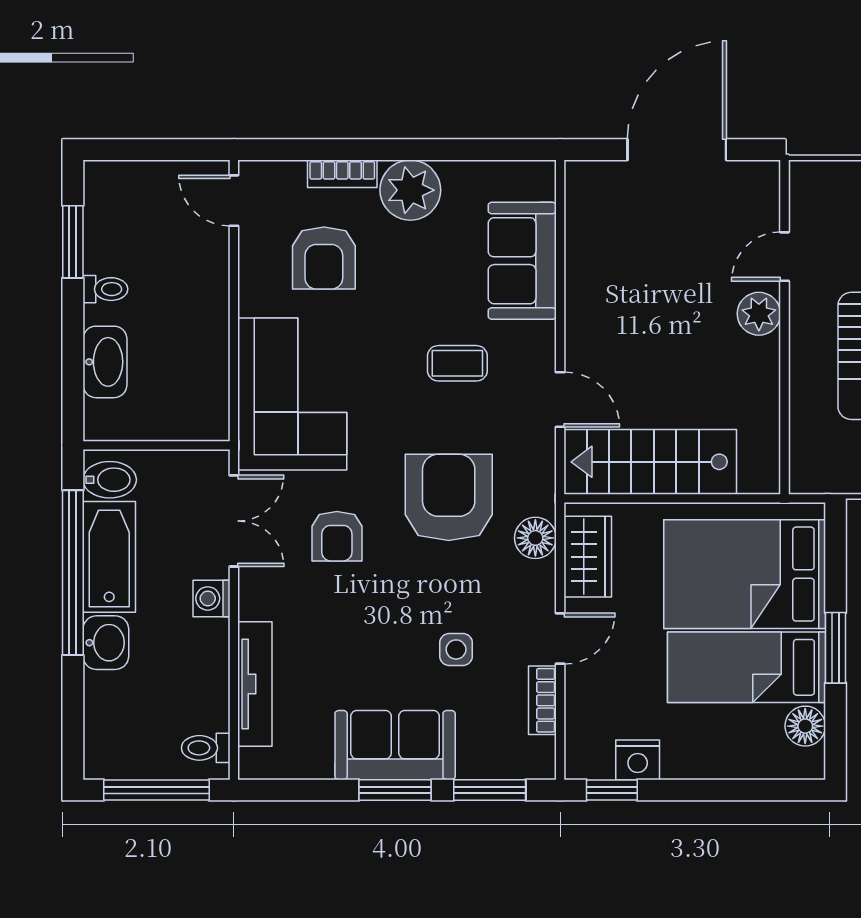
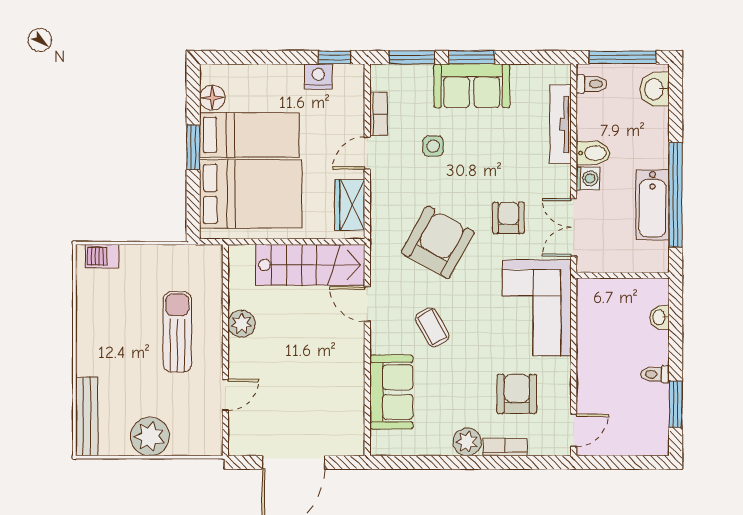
plant: (410, 190) -> (467, 442), width x0.73, depth x0.73
door: (234, 201) -> (574, 430), hinge flipped
plant: (759, 314) -> (242, 324), moved
washbasin: (105, 362) -> (660, 317), width x0.52, depth x0.69
coffee table: (457, 363) -> (432, 327), turned 61
bidet: (110, 480) -> (593, 153), moved, turned 180
armchair: (449, 497) -> (438, 242), turned -151
floor lamp: (535, 538) -> (383, 217), removed
washbasin: (106, 643) -> (655, 89), moved

